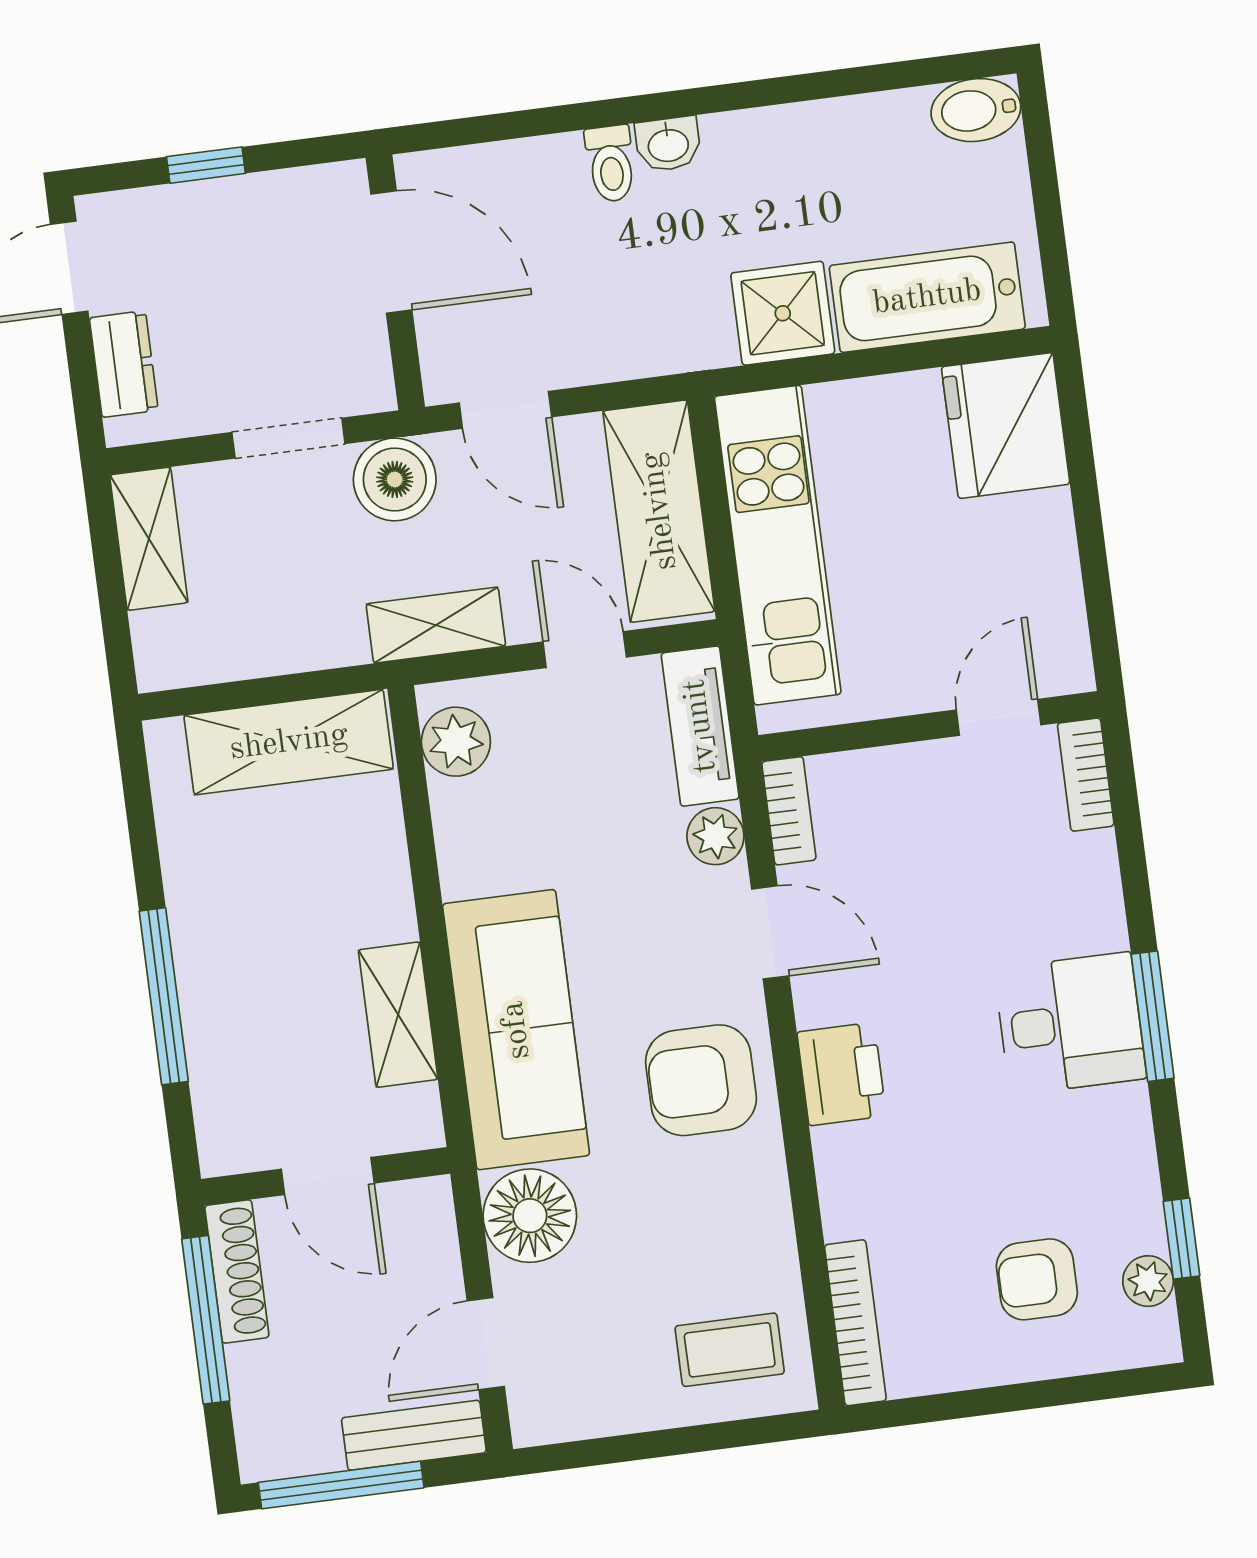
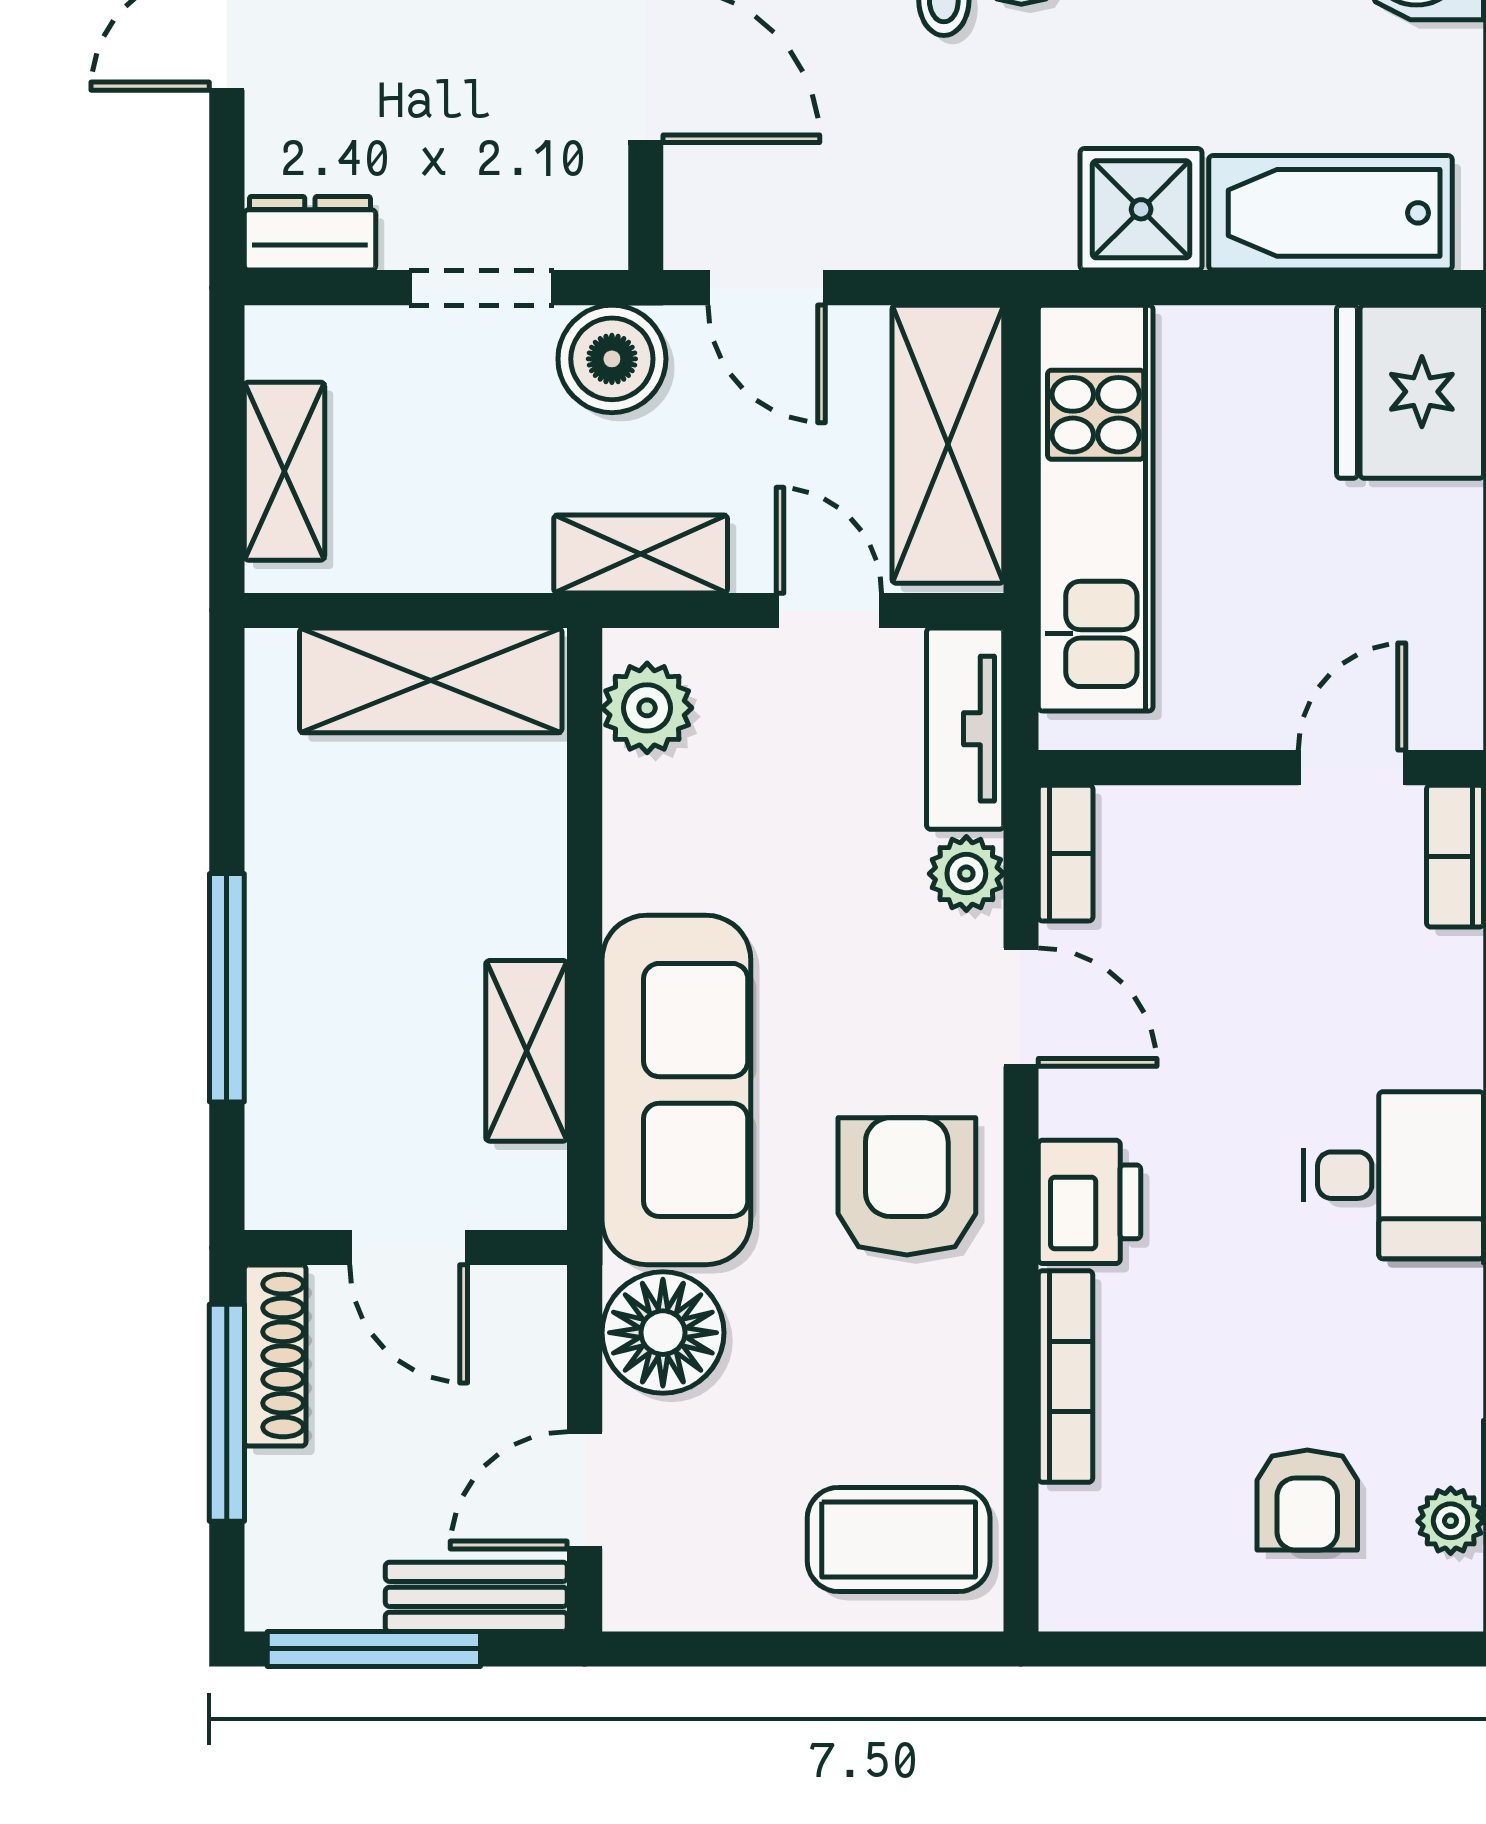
dresser: (124, 364) -> (310, 233), moved, turned -90
shelving: (149, 539) -> (284, 471), moved
armchair: (701, 1080) -> (907, 1186), turned 90
armchair: (1037, 1279) -> (1307, 1500), turned -90
bookcase: (855, 1323) -> (1066, 1377), moved
coffee table: (730, 1350) -> (899, 1539), width x1.36, depth x1.30

